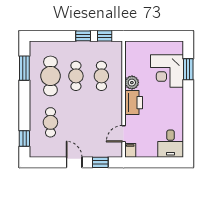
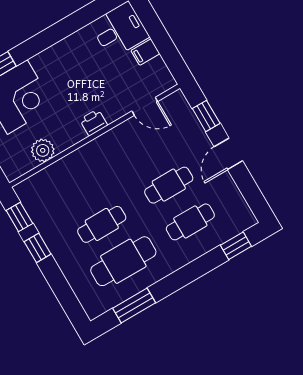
cafe table: (101, 76) -> (169, 185), moved
plant: (132, 83) -> (43, 150), moved
printer: (134, 103) -> (94, 122), width x0.53, depth x0.68
filing cabinet: (130, 150) -> (145, 52), moved

